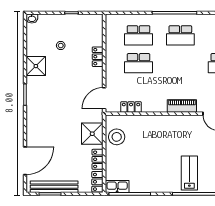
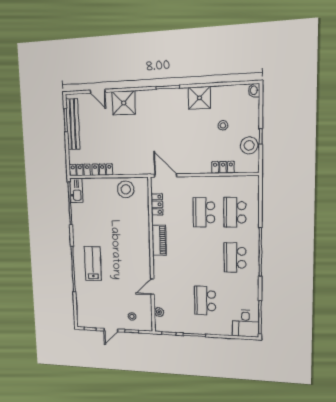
stool: (79, 23) -> (249, 145), added
locker: (98, 57) -> (223, 167), moved
piano: (182, 106) -> (159, 240), moved
shower: (92, 134) -> (124, 103), moved
door: (25, 161) -> (98, 91), width x0.53
lab bench: (189, 173) -> (93, 264), turned -90

